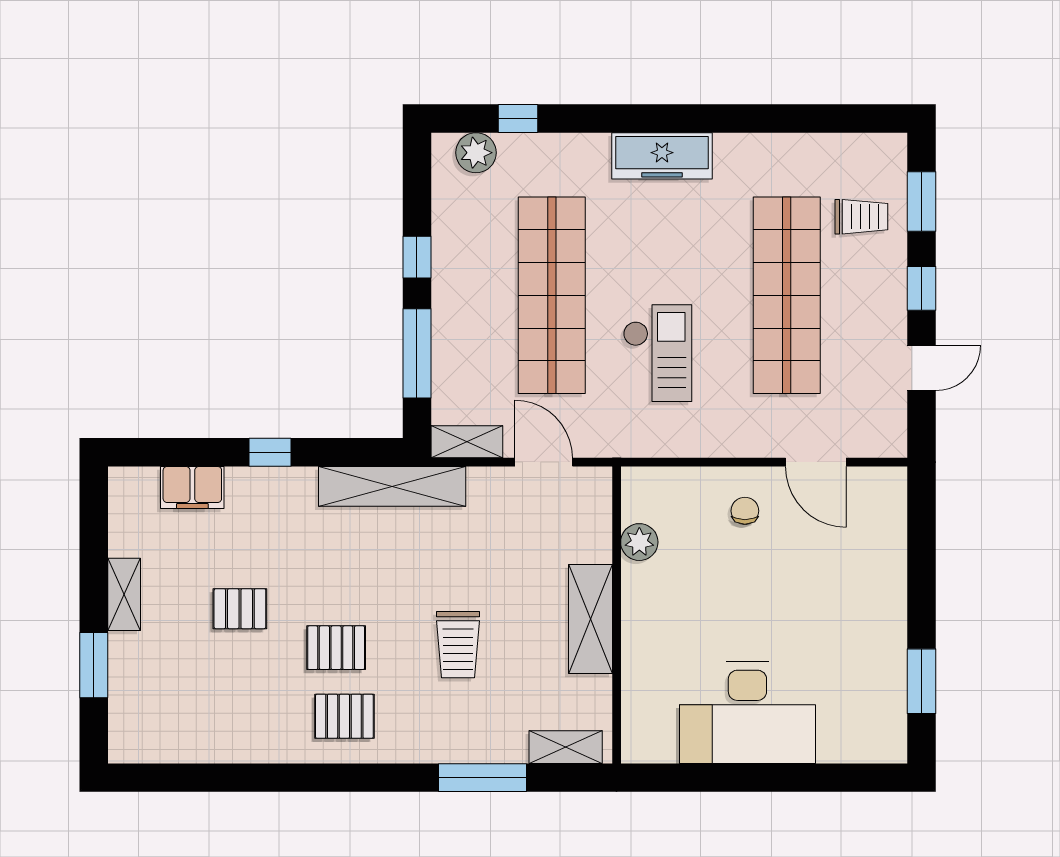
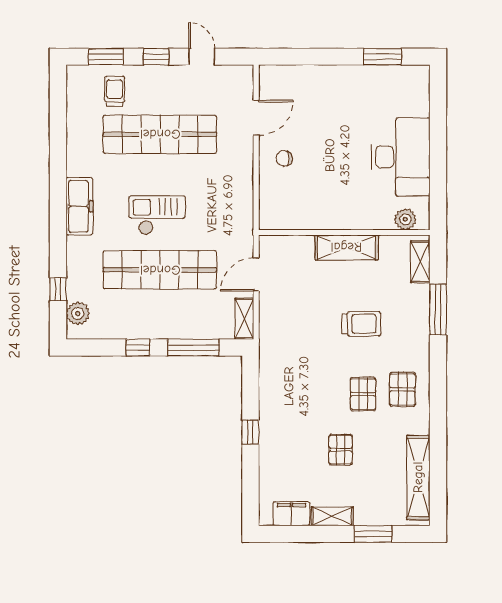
checkout: (658, 353) -> (157, 215), moved
shelving: (392, 486) -> (418, 477), moved
filing cabinet: (192, 487) -> (291, 514), moved, turned -90
plant: (639, 542) -> (405, 219), moved

